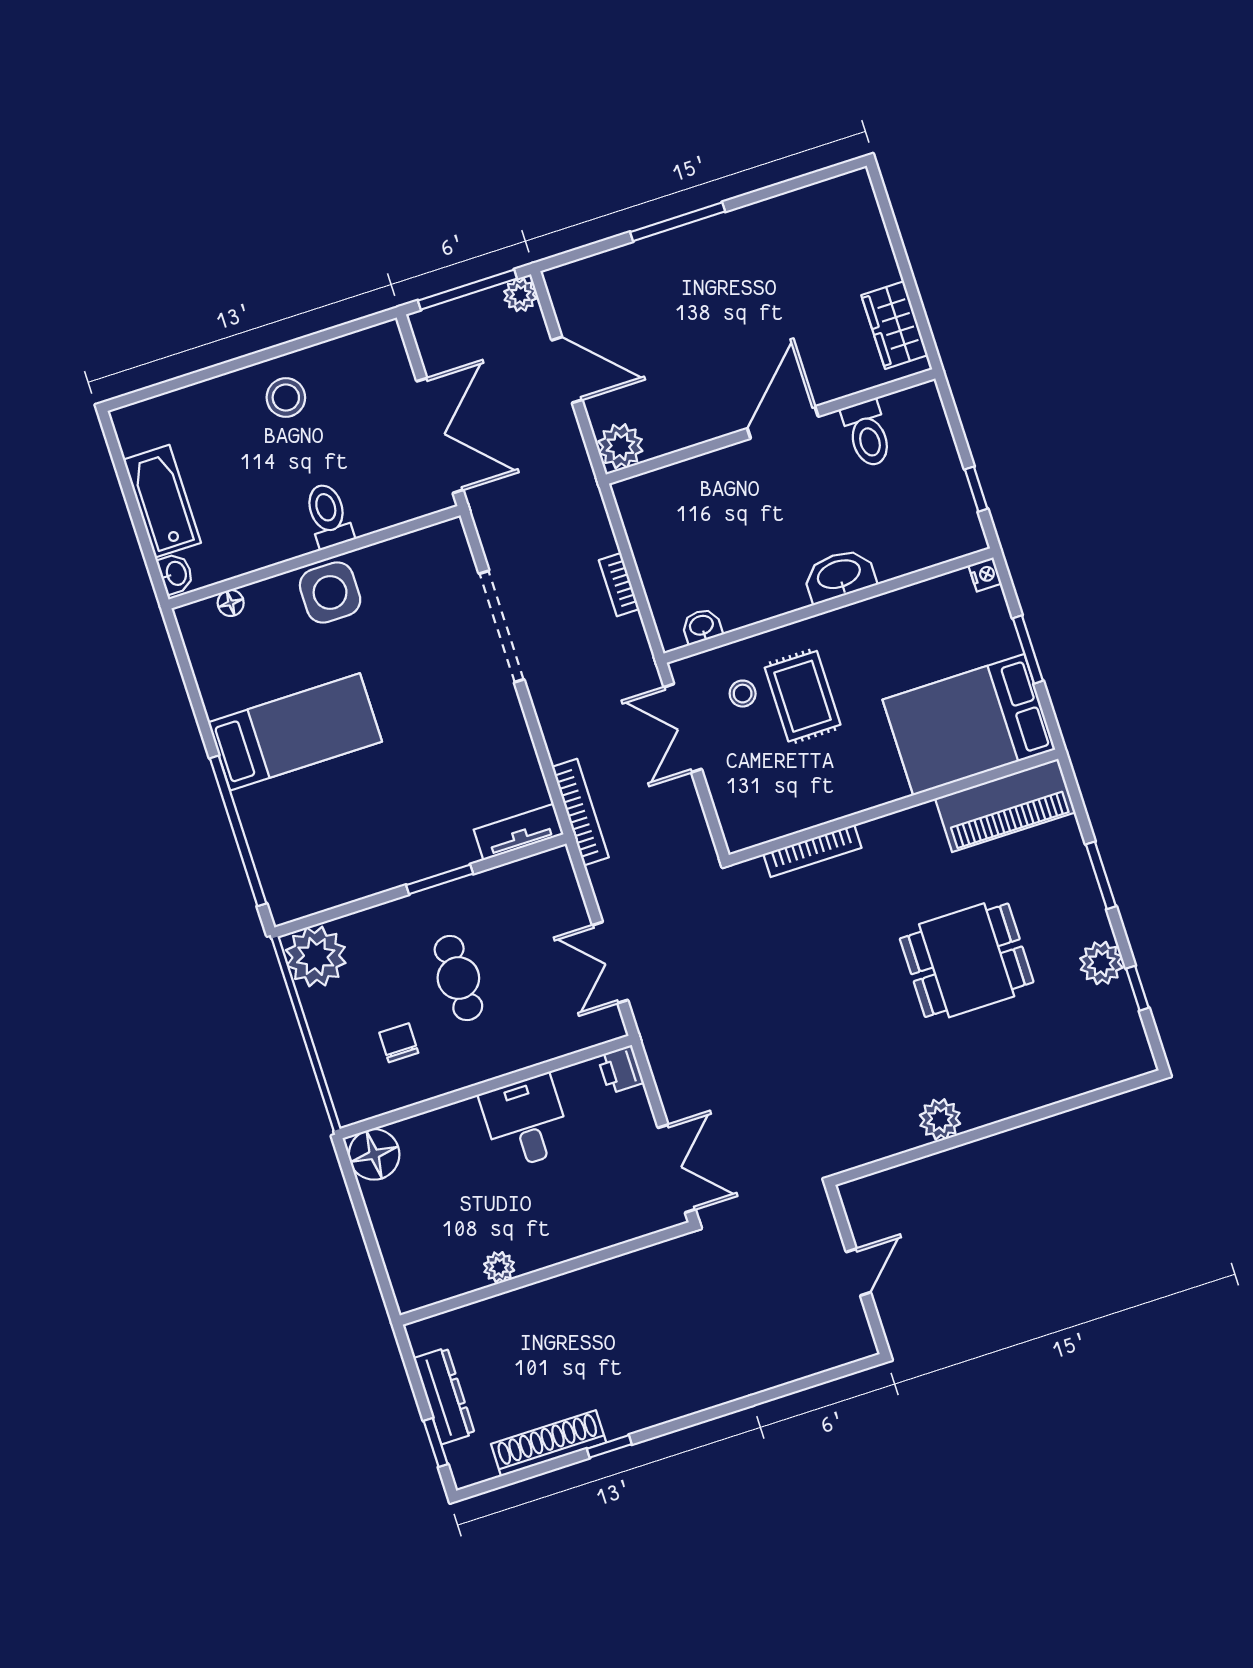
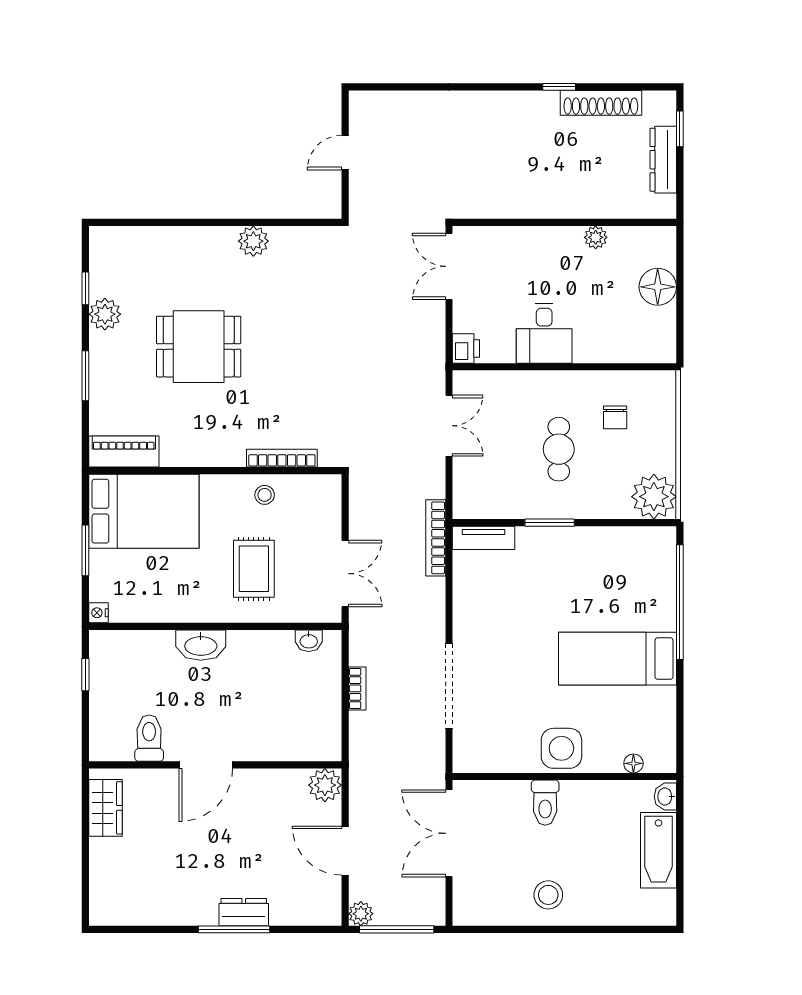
dresser: (672, 248) -> (244, 912), added
stool: (743, 694) -> (265, 495), moved
piano: (1005, 805) -> (124, 452), width x0.73, depth x0.75
floor lamp: (374, 1154) -> (658, 287), moved

